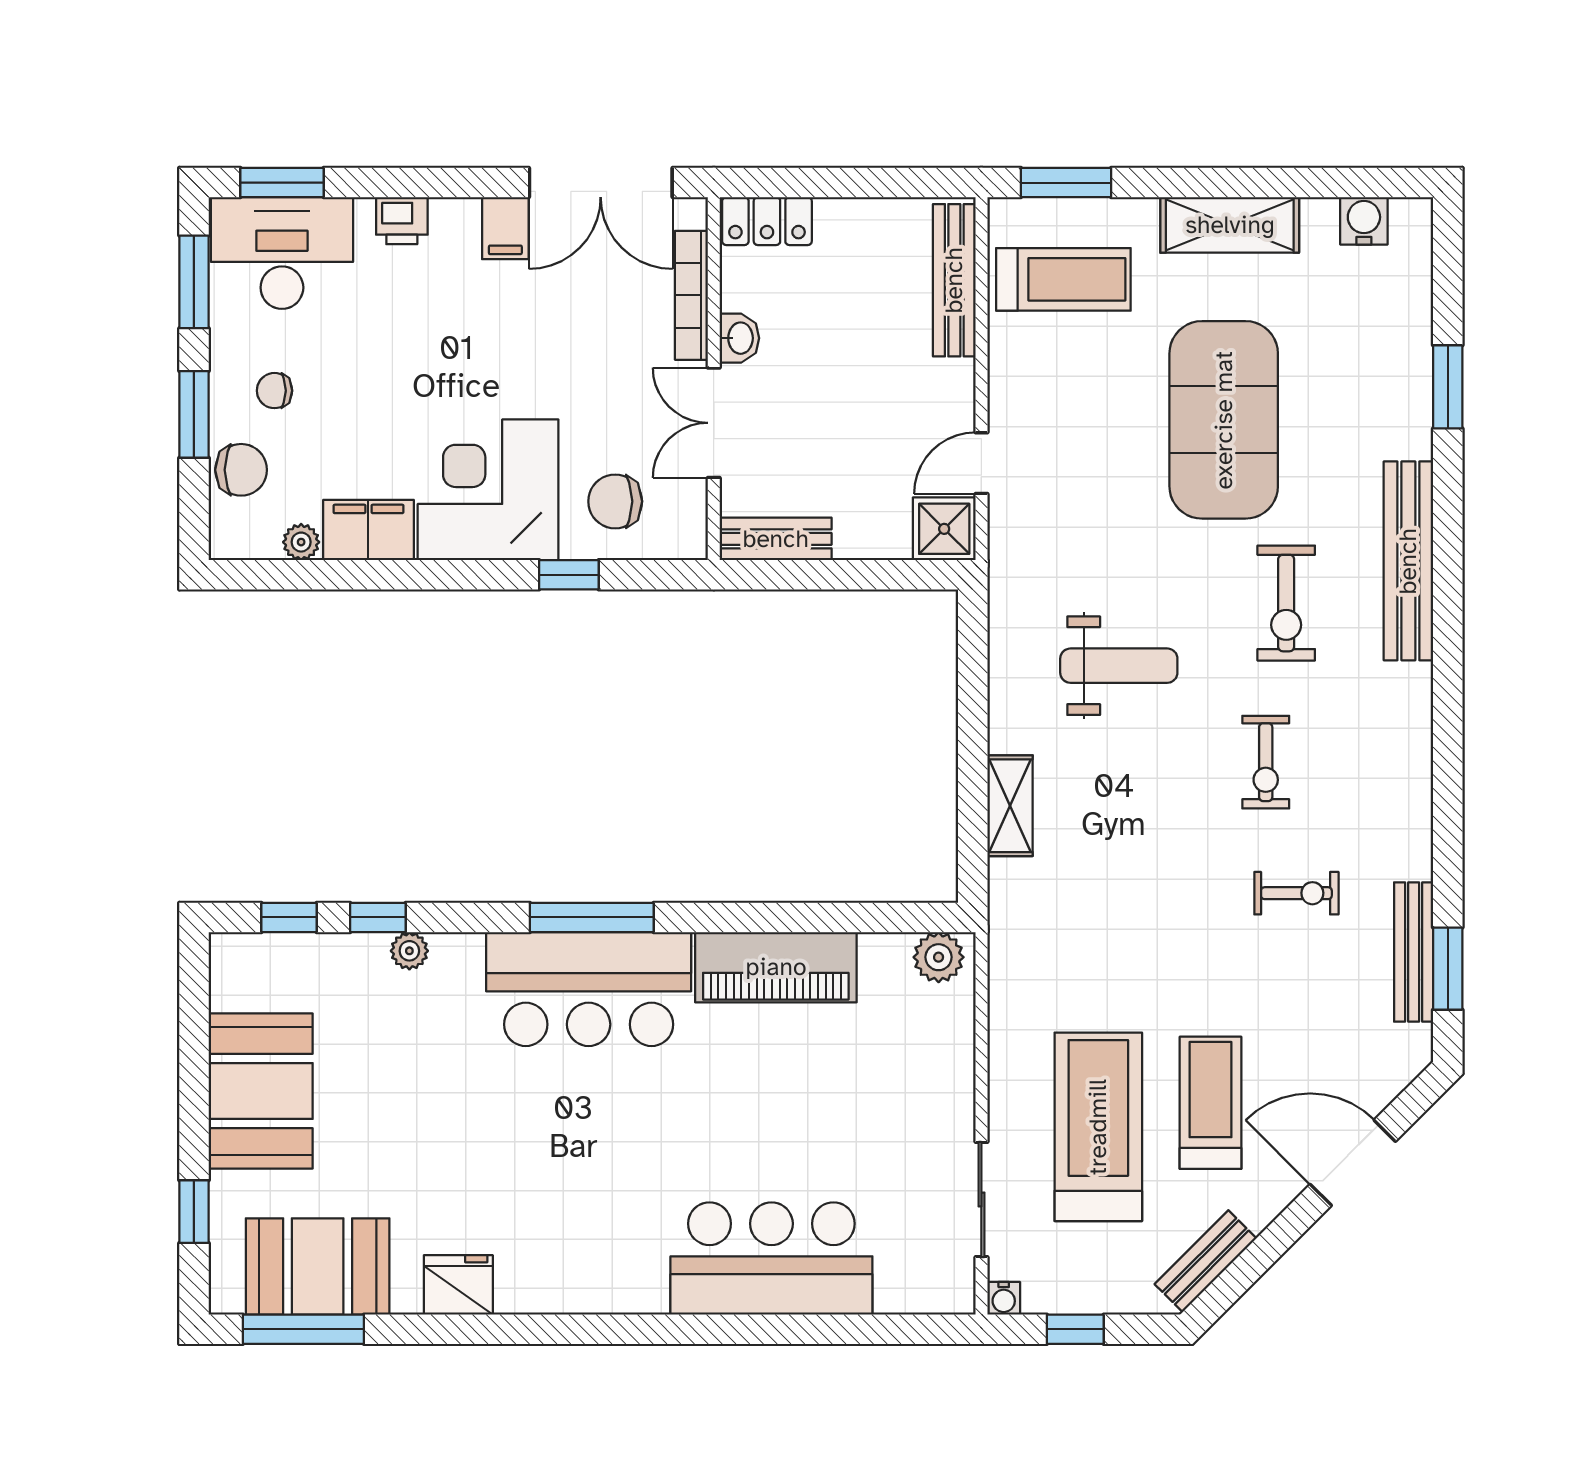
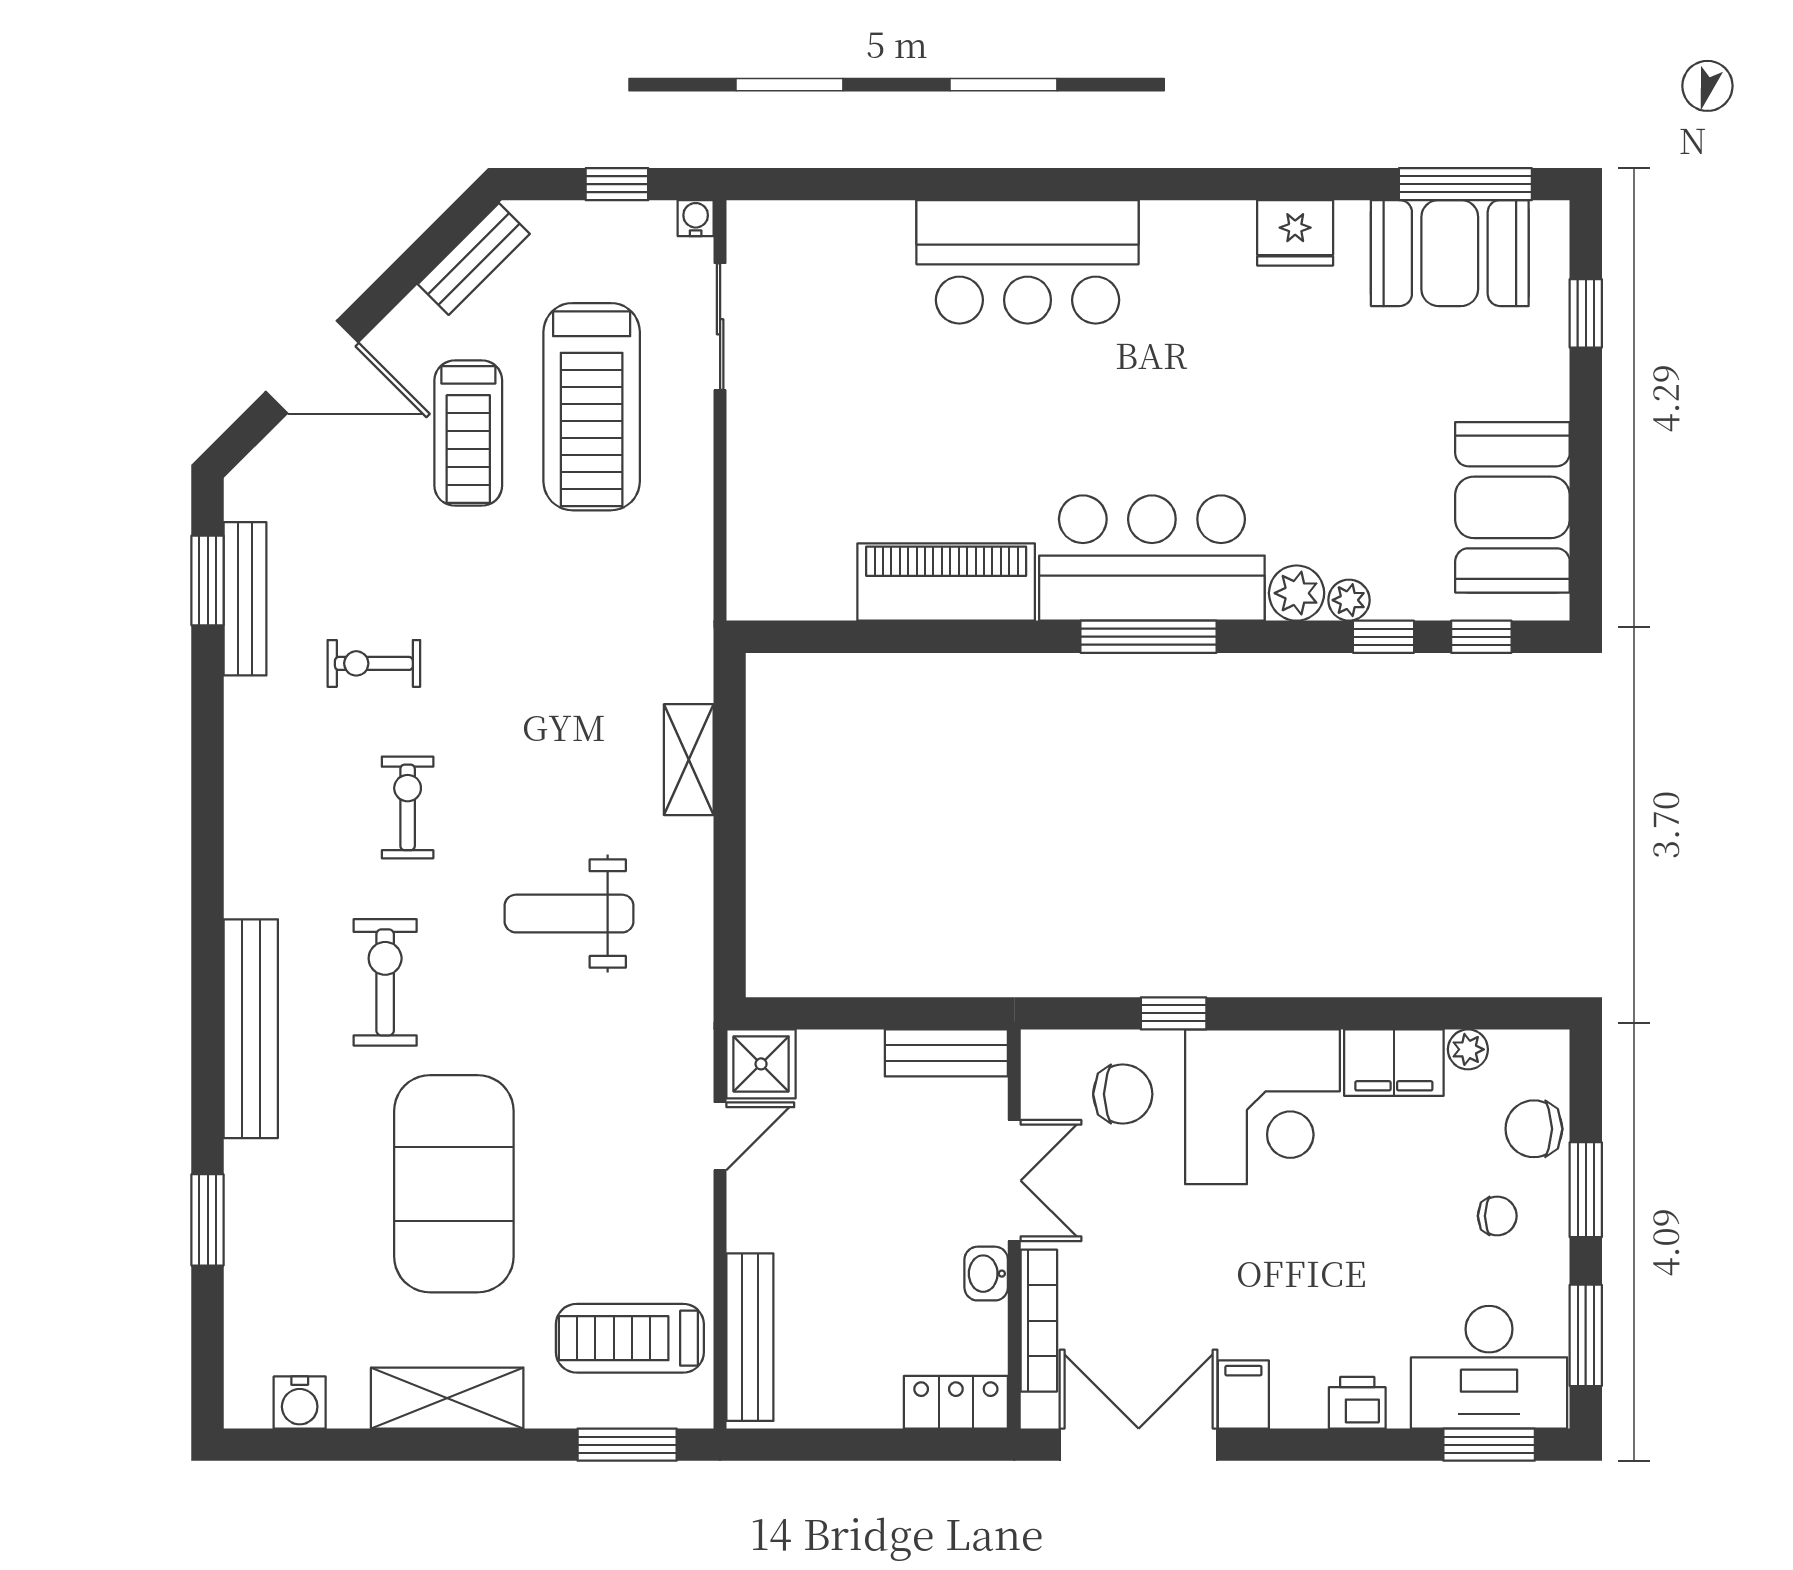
plant: (939, 957) -> (1297, 593), moved
booth: (261, 1091) -> (1512, 507), moved
bar counter: (771, 1259) -> (1028, 262), moved

